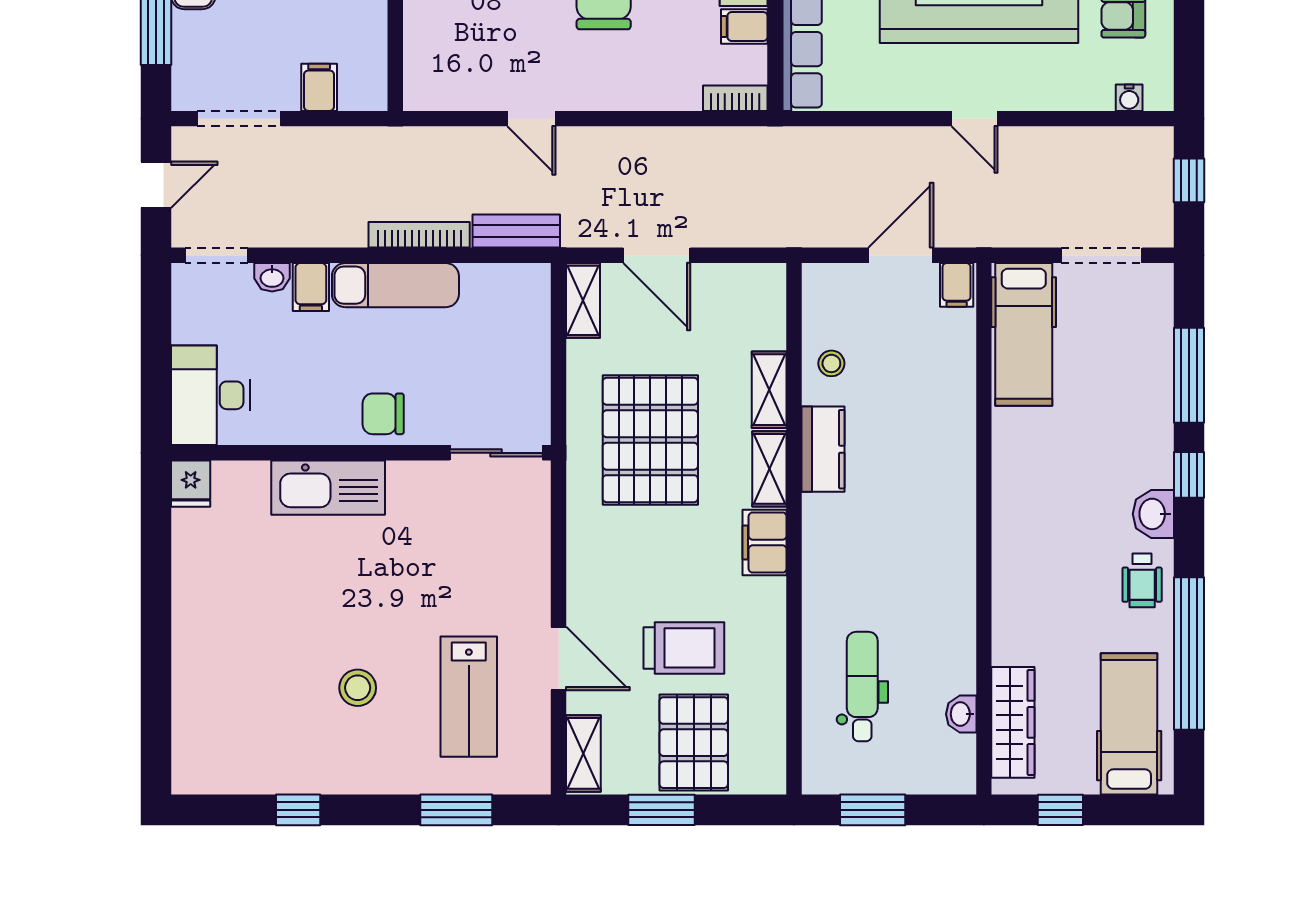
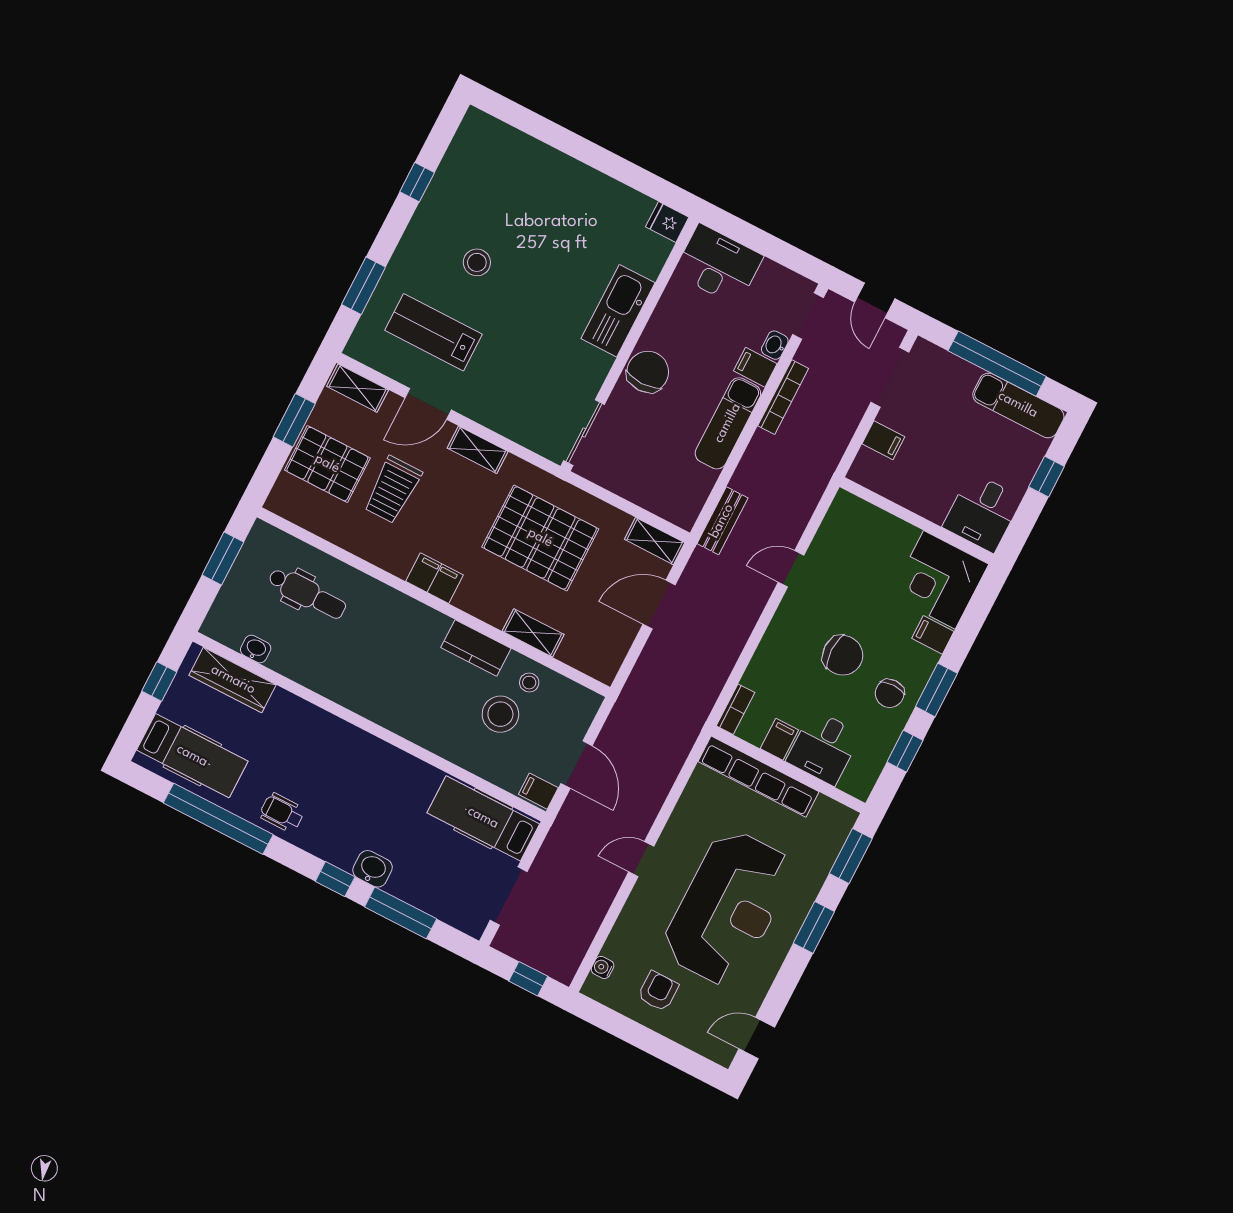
bookcase: (419, 235) -> (783, 397), moved
stool: (887, 378) -> (500, 714), added
chair: (383, 414) -> (648, 372), width x1.37, depth x1.37
shelving: (769, 469) -> (478, 450), moved
washbasin: (1153, 514) -> (373, 869), moved

